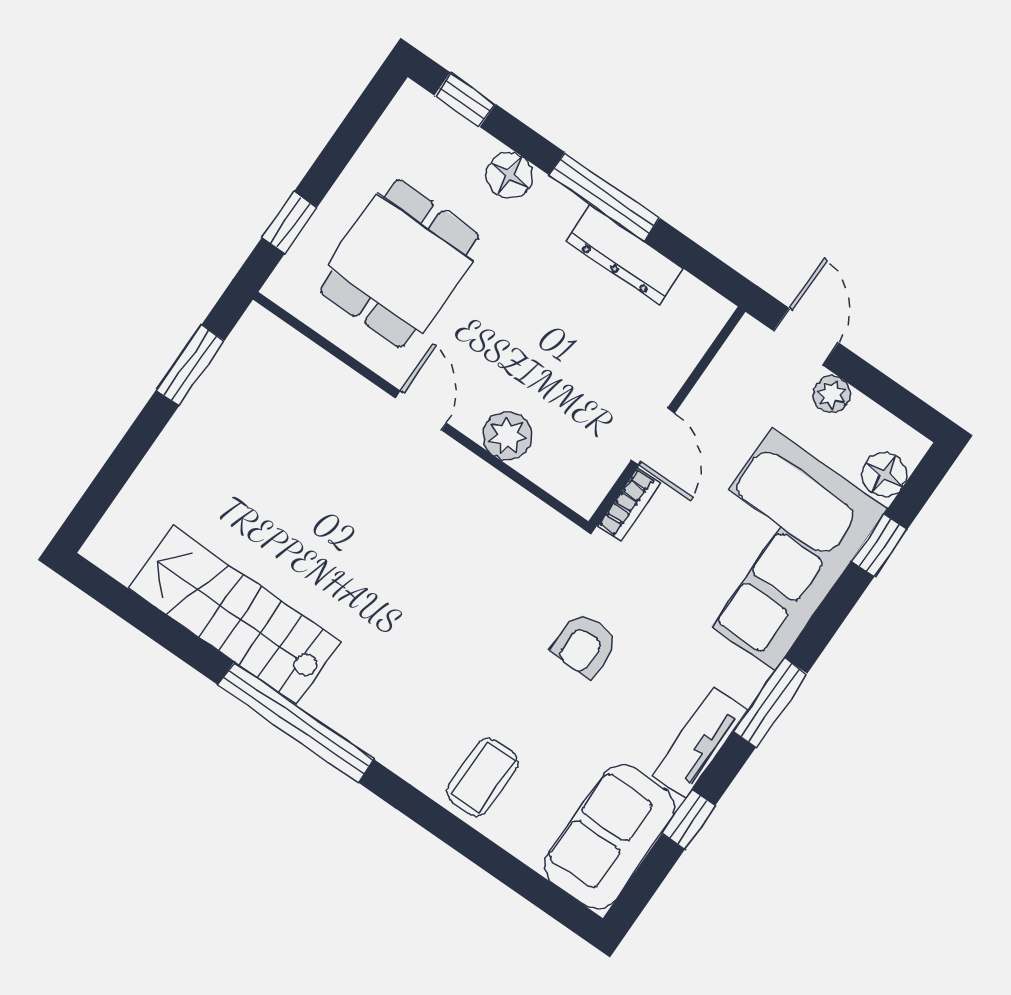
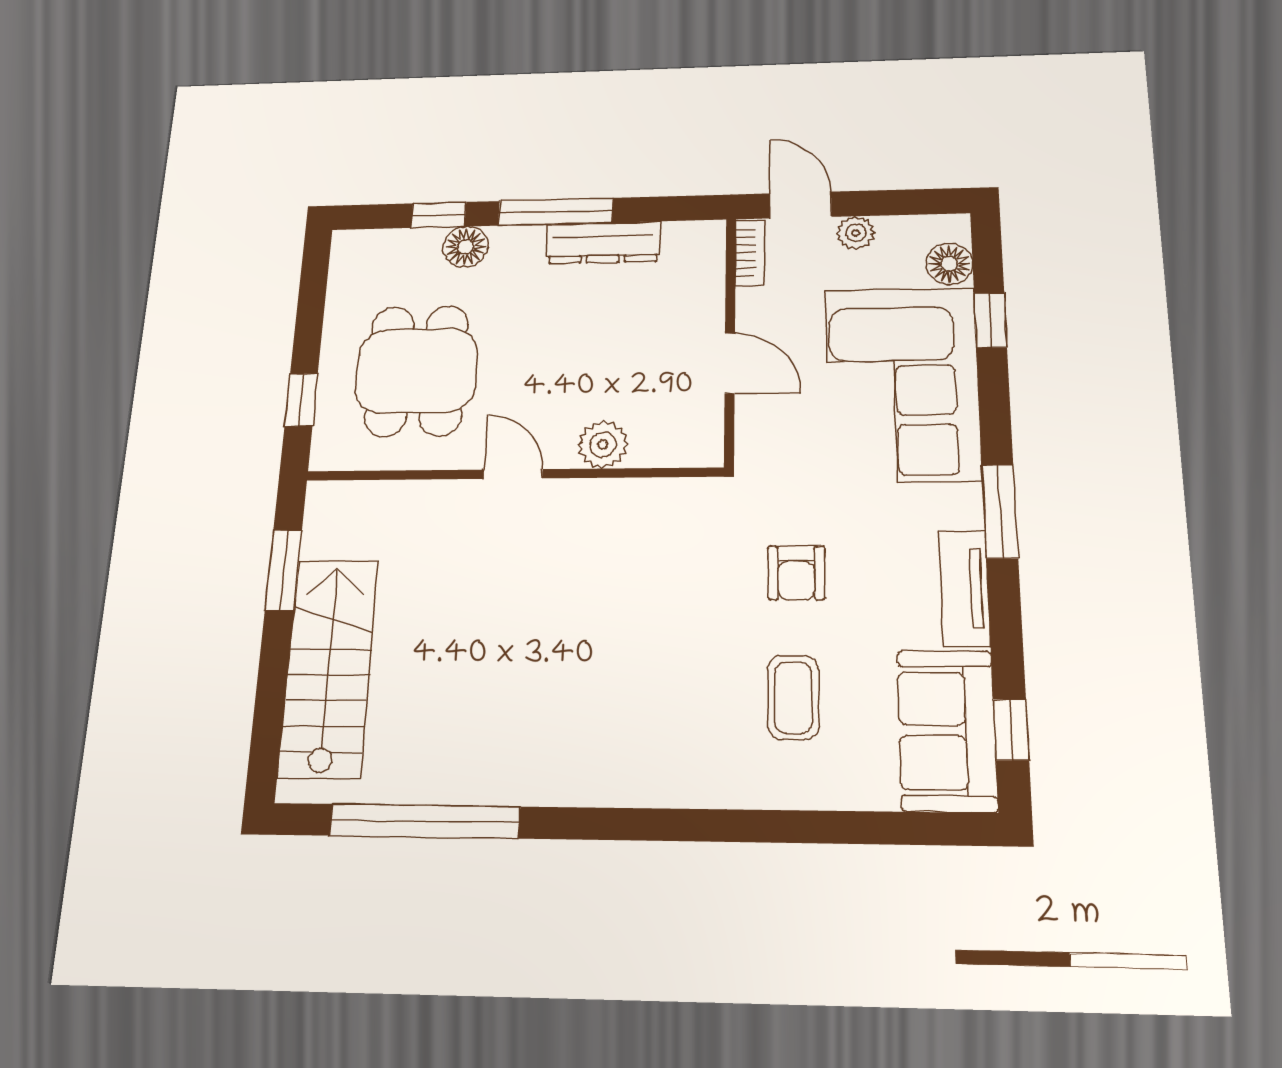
window: (465, 100) -> (439, 215), moved
bookcase: (629, 504) -> (750, 252), moved
stairs: (235, 615) -> (329, 667), moved, turned 90
window: (296, 722) -> (425, 821), moved
coffee table: (482, 777) -> (793, 698), moved
window: (689, 820) -> (1011, 730), moved

